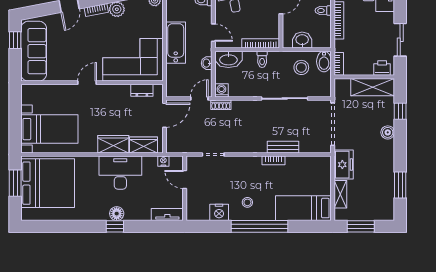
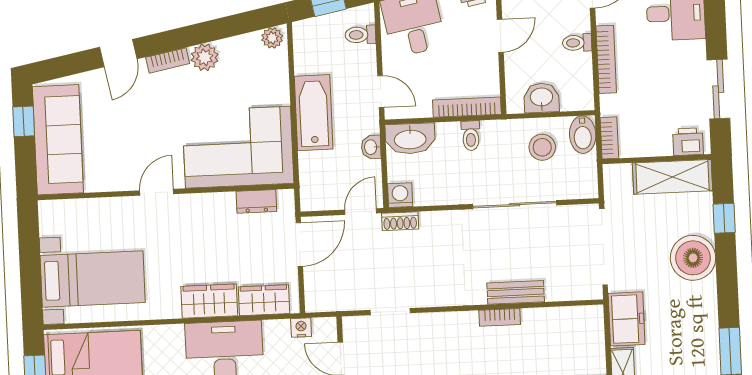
boiler: (388, 132) -> (693, 258), width x1.86, depth x1.86

